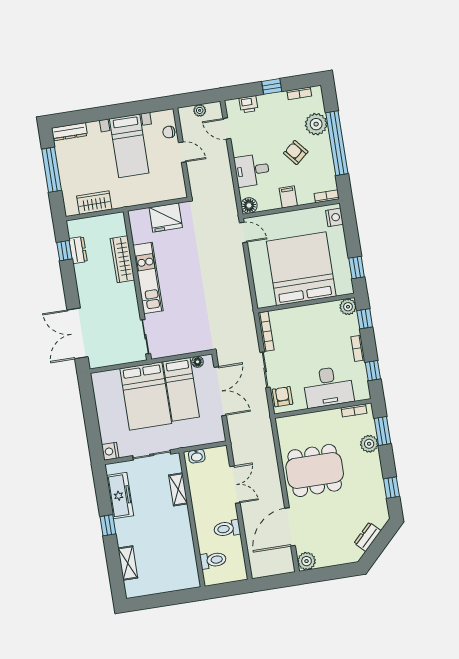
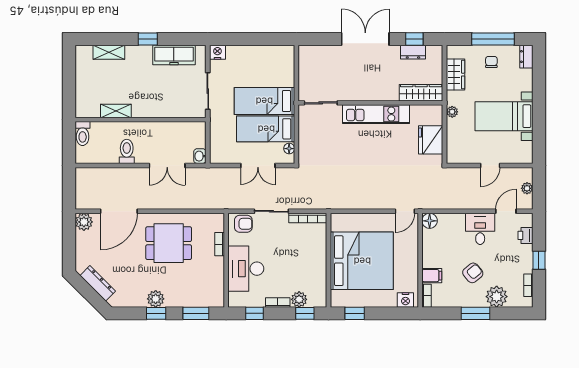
dresser: (69, 132) -> (526, 57), width x0.70
chair: (169, 132) -> (491, 62), moved
window: (337, 143) -> (475, 313), width x0.47
desk: (252, 170) -> (480, 229), moved
filing cabinet: (288, 197) -> (432, 276), moved
plant: (133, 200) -> (452, 112), added
wardrobe: (122, 259) -> (421, 93), moved
plant: (348, 307) -> (299, 299), moved
double door: (77, 333) -> (365, 39), moved
double door: (220, 391) -> (258, 165), width x0.73
bed: (146, 396) -> (264, 101), width x0.67
bookcase: (354, 410) -> (220, 244), moved
plant: (369, 444) -> (156, 299), moved
washbasin: (197, 456) -> (200, 156), moved
dining table: (315, 470) -> (169, 243), width x0.73
window: (391, 488) -> (156, 313), moved
shelving: (178, 489) -> (116, 111), moved
door: (290, 527) -> (119, 211), swing flipped
dresser: (368, 537) -> (98, 283), width x1.44
toilet: (213, 560) -> (83, 134), moved

